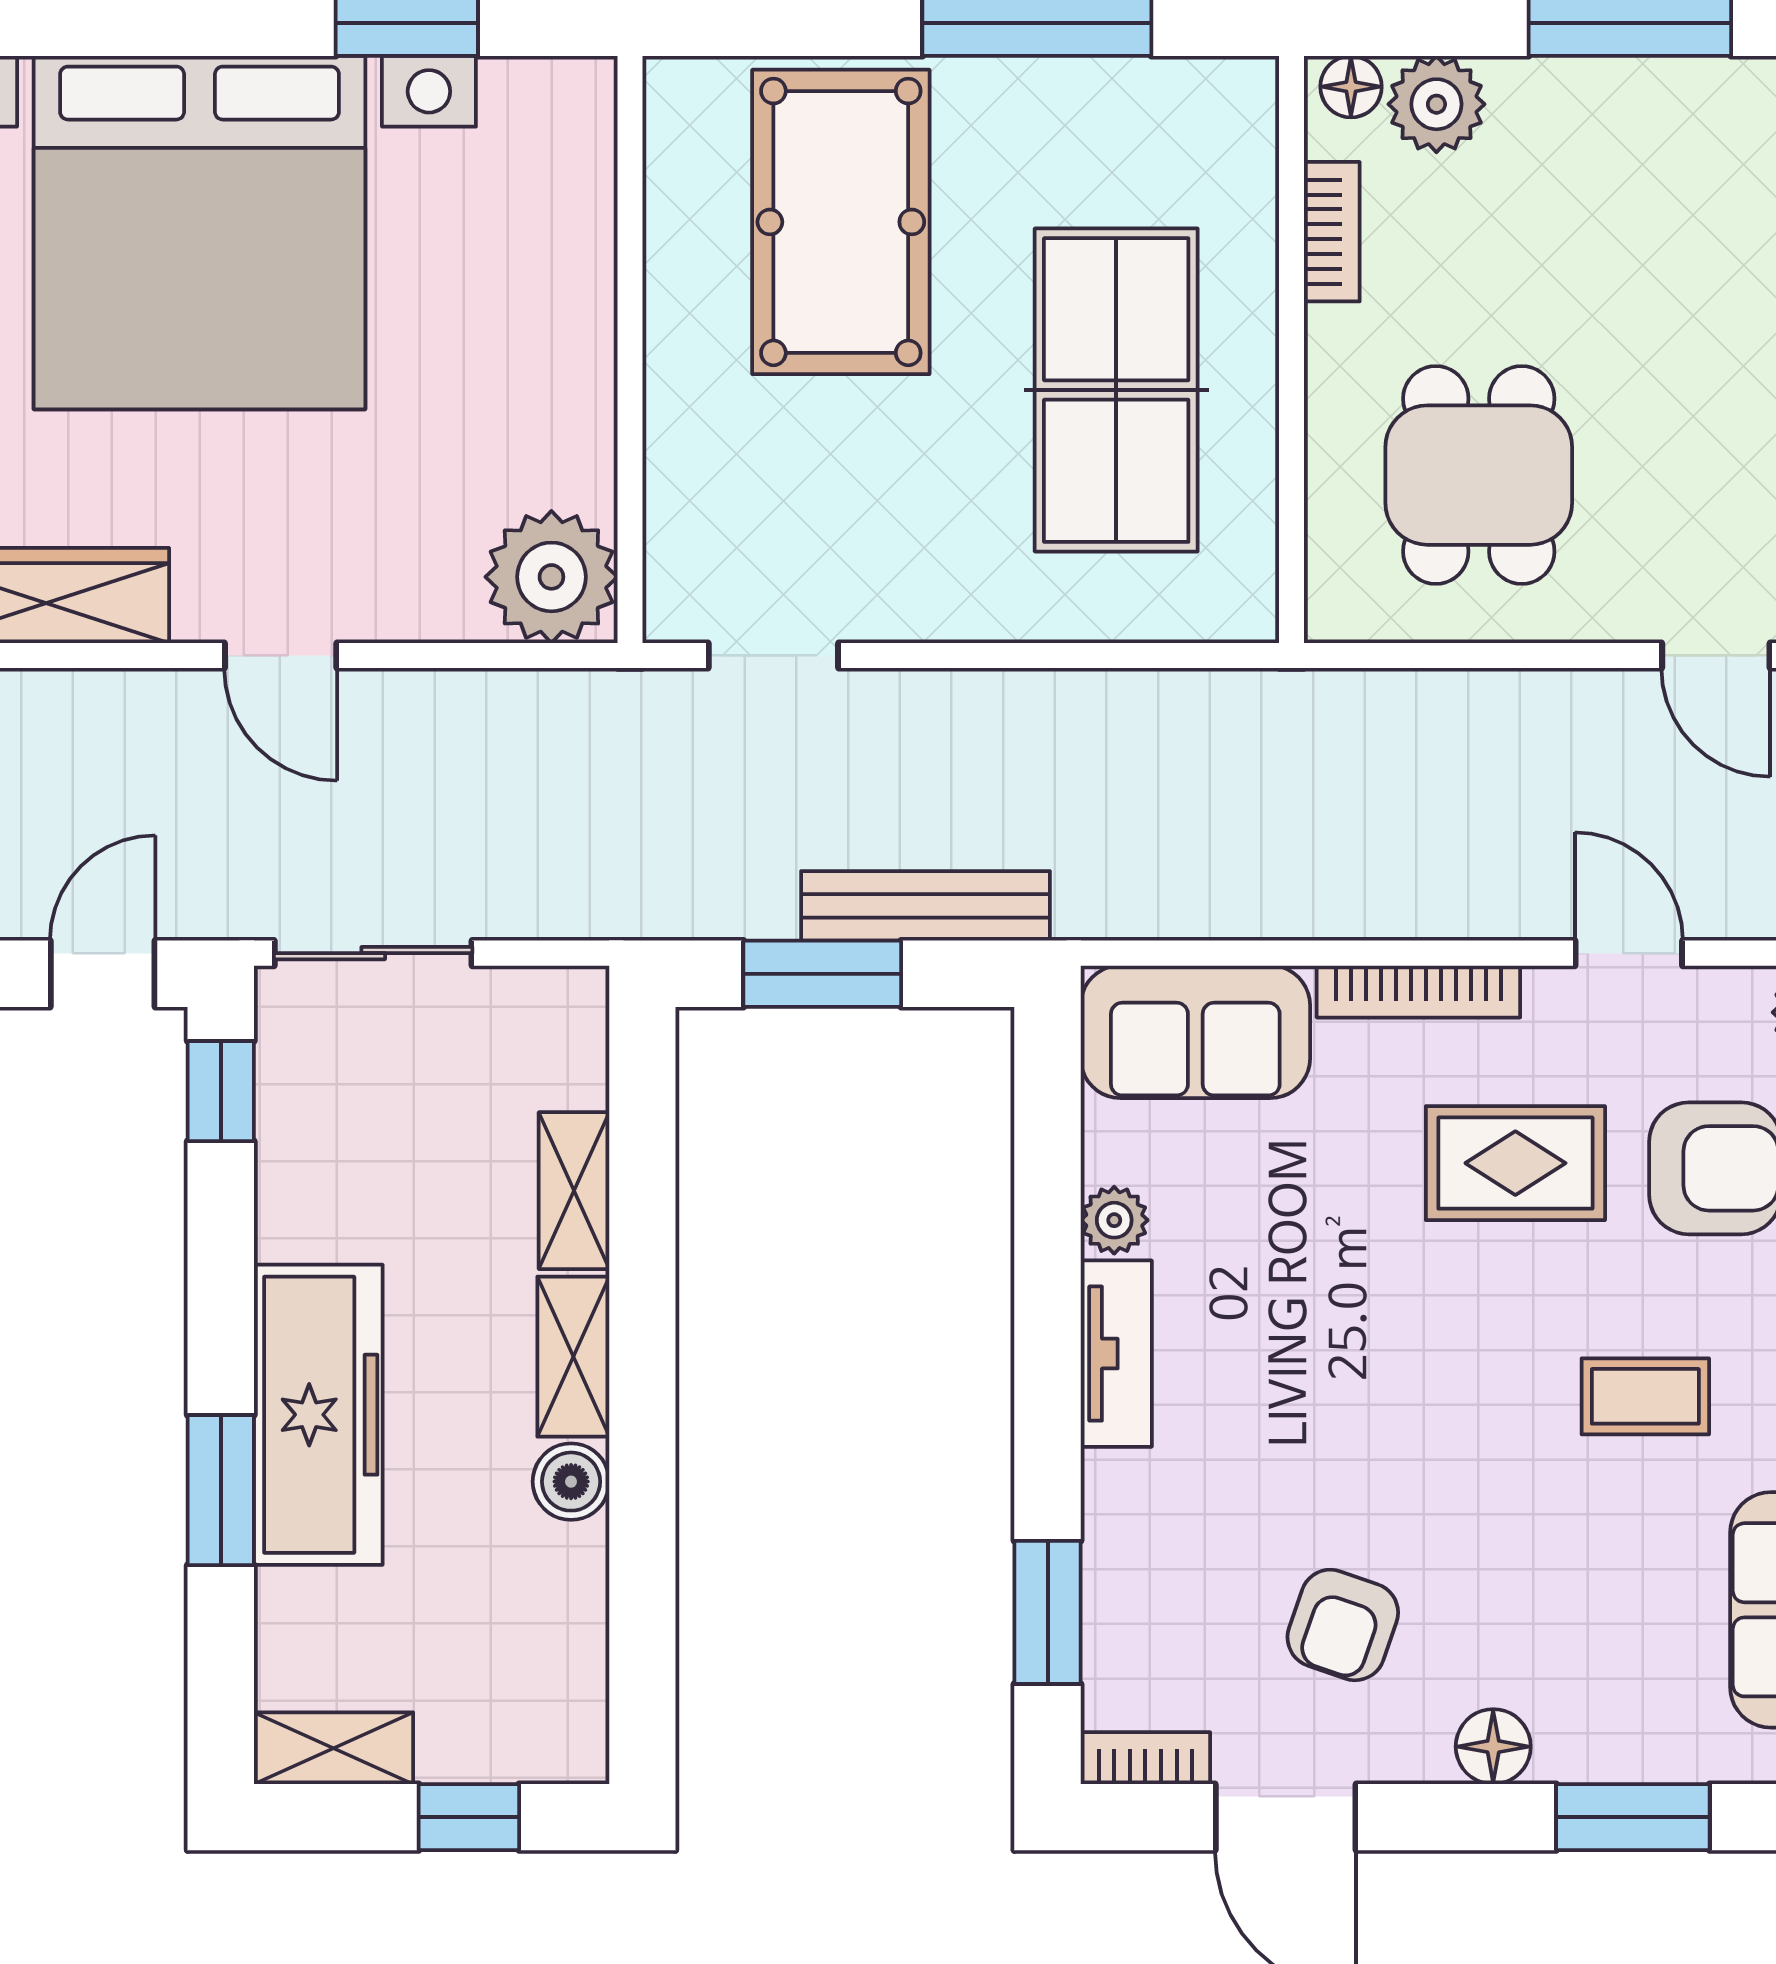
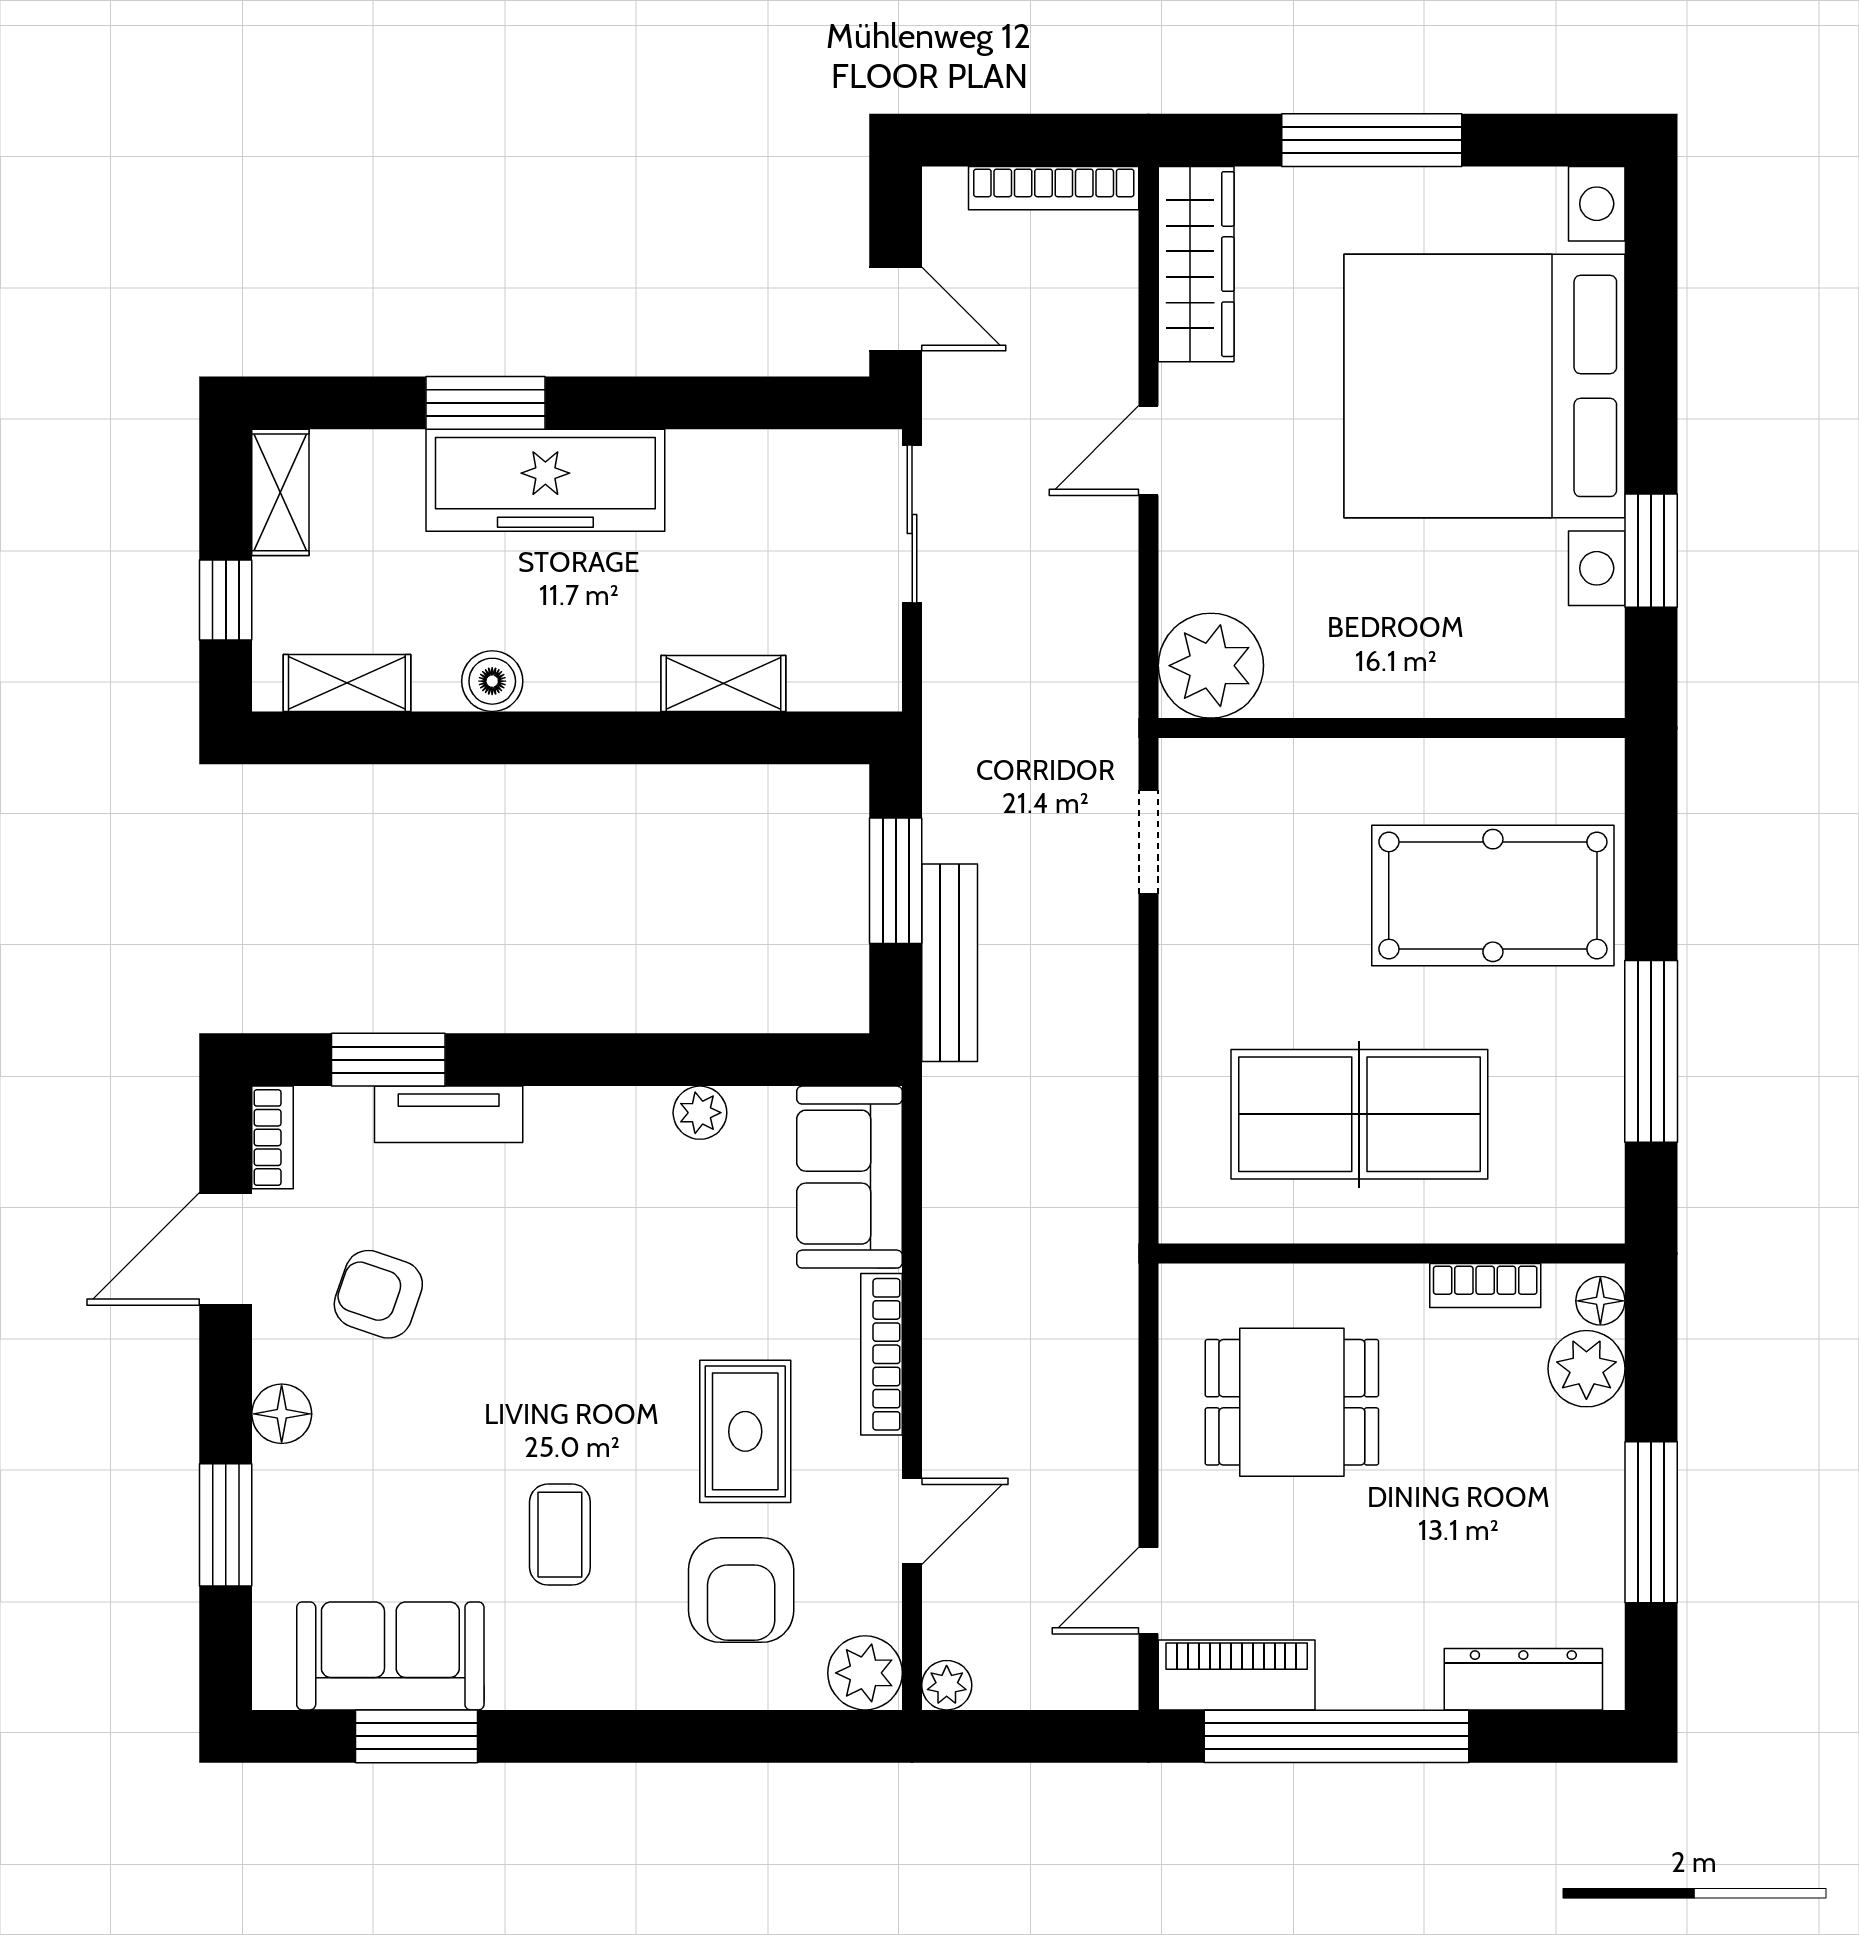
window: (221, 1091) -> (802, 403), removed
tv unit: (1116, 1354) -> (449, 1114), moved
shelving: (573, 1357) -> (347, 683), moved

